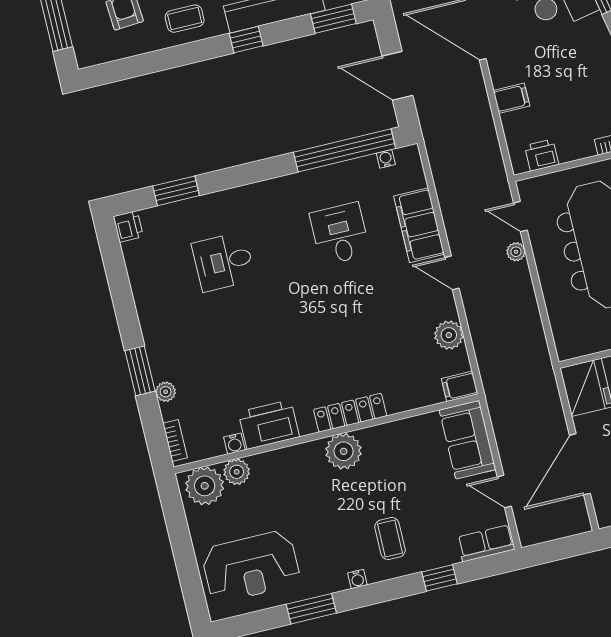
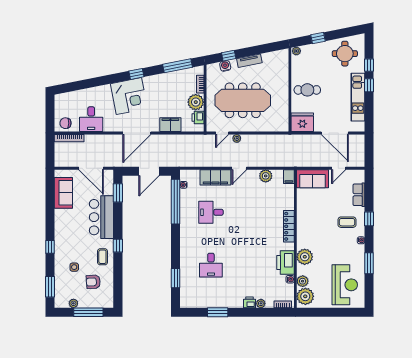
window: (246, 40) -> (118, 246), moved
filing cabinet: (511, 98) -> (170, 125), width x2.00
plant: (574, 142) -> (196, 102), added
printer: (128, 226) -> (250, 302), moved
window: (140, 371) -> (218, 312), moved
plant: (344, 451) -> (305, 257), moved
row of seats: (486, 543) -> (359, 195), moved
window: (439, 578) -> (369, 219), moved

